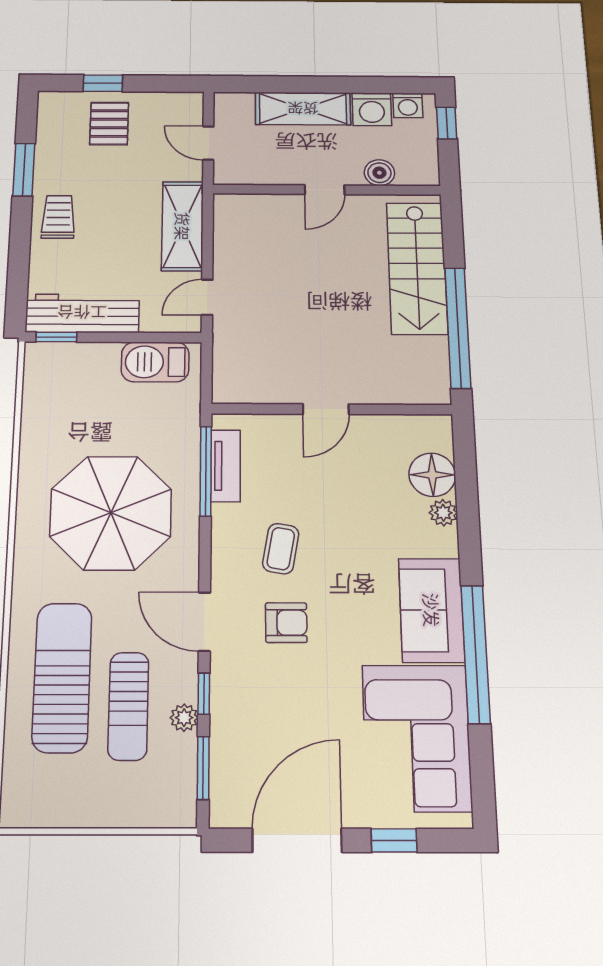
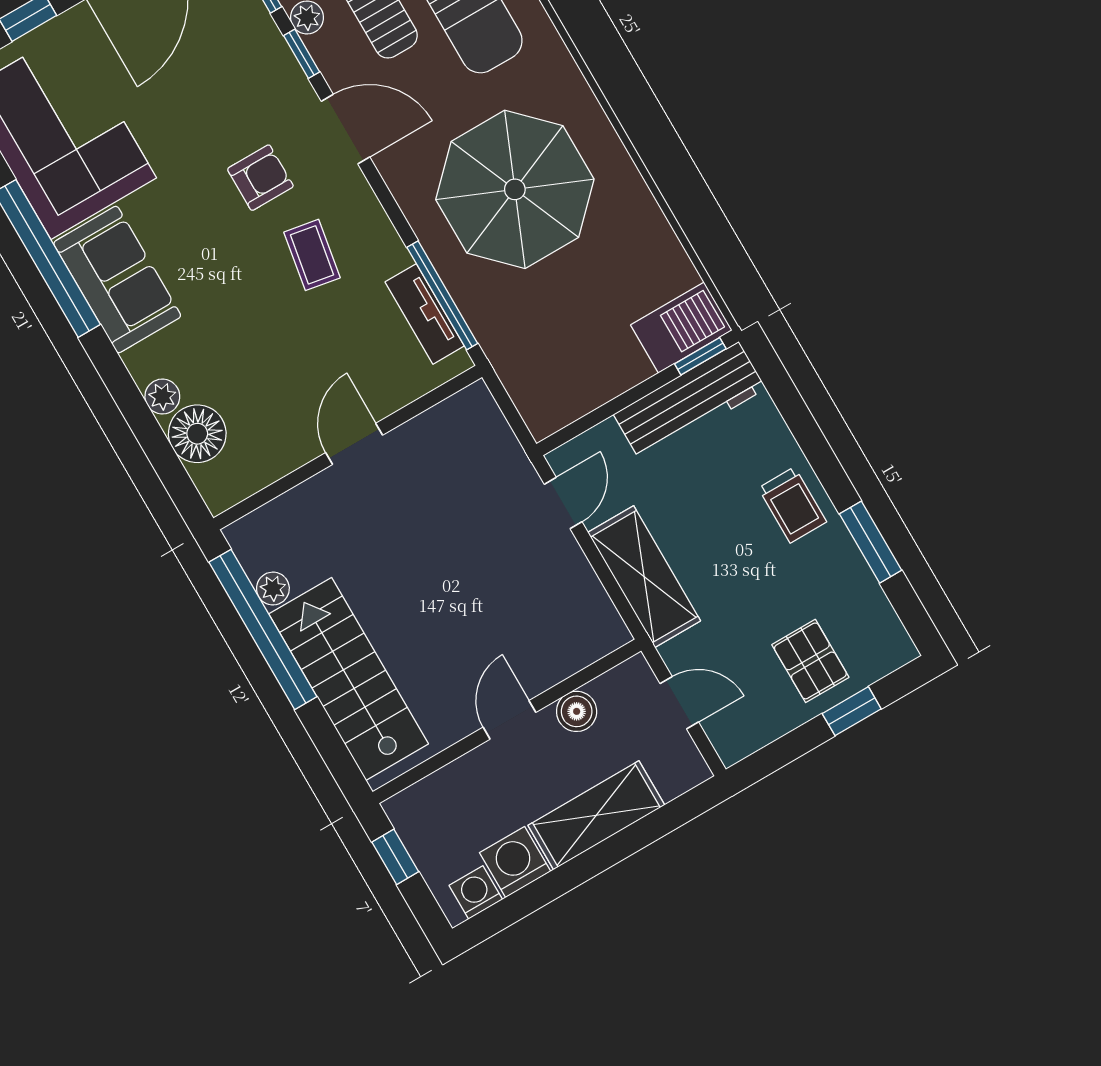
window: (447, 123) -> (395, 857), moved
boiler: (379, 173) -> (577, 711), moved
plant: (436, 349) -> (273, 589), added
barbecue: (155, 362) -> (681, 328), moved
armchair: (286, 623) -> (260, 178), turned 180

